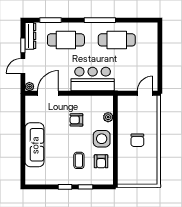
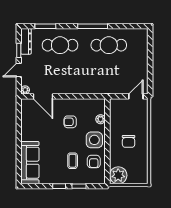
bar counter: (93, 79) -> (86, 83), removed
door: (48, 93) -> (43, 96), swing flipped
sofa: (35, 145) -> (30, 163), moved
plant: (127, 176) -> (118, 175), added

